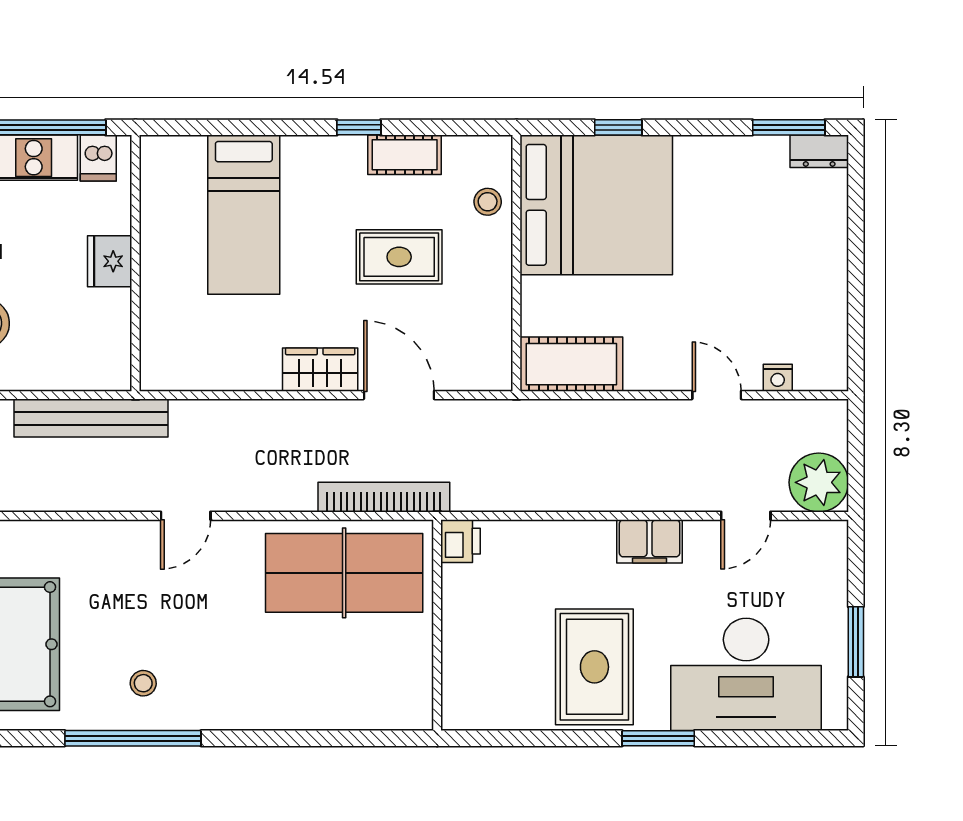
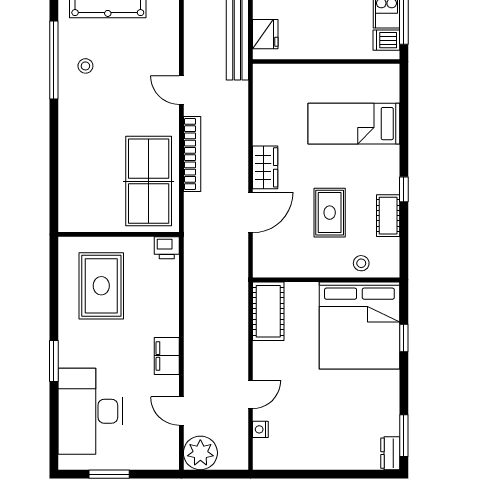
fridge: (110, 261) -> (265, 34), moved, turned 90
bookcase: (384, 497) -> (192, 154), moved
rug: (594, 667) -> (101, 286), moved, turned 90

